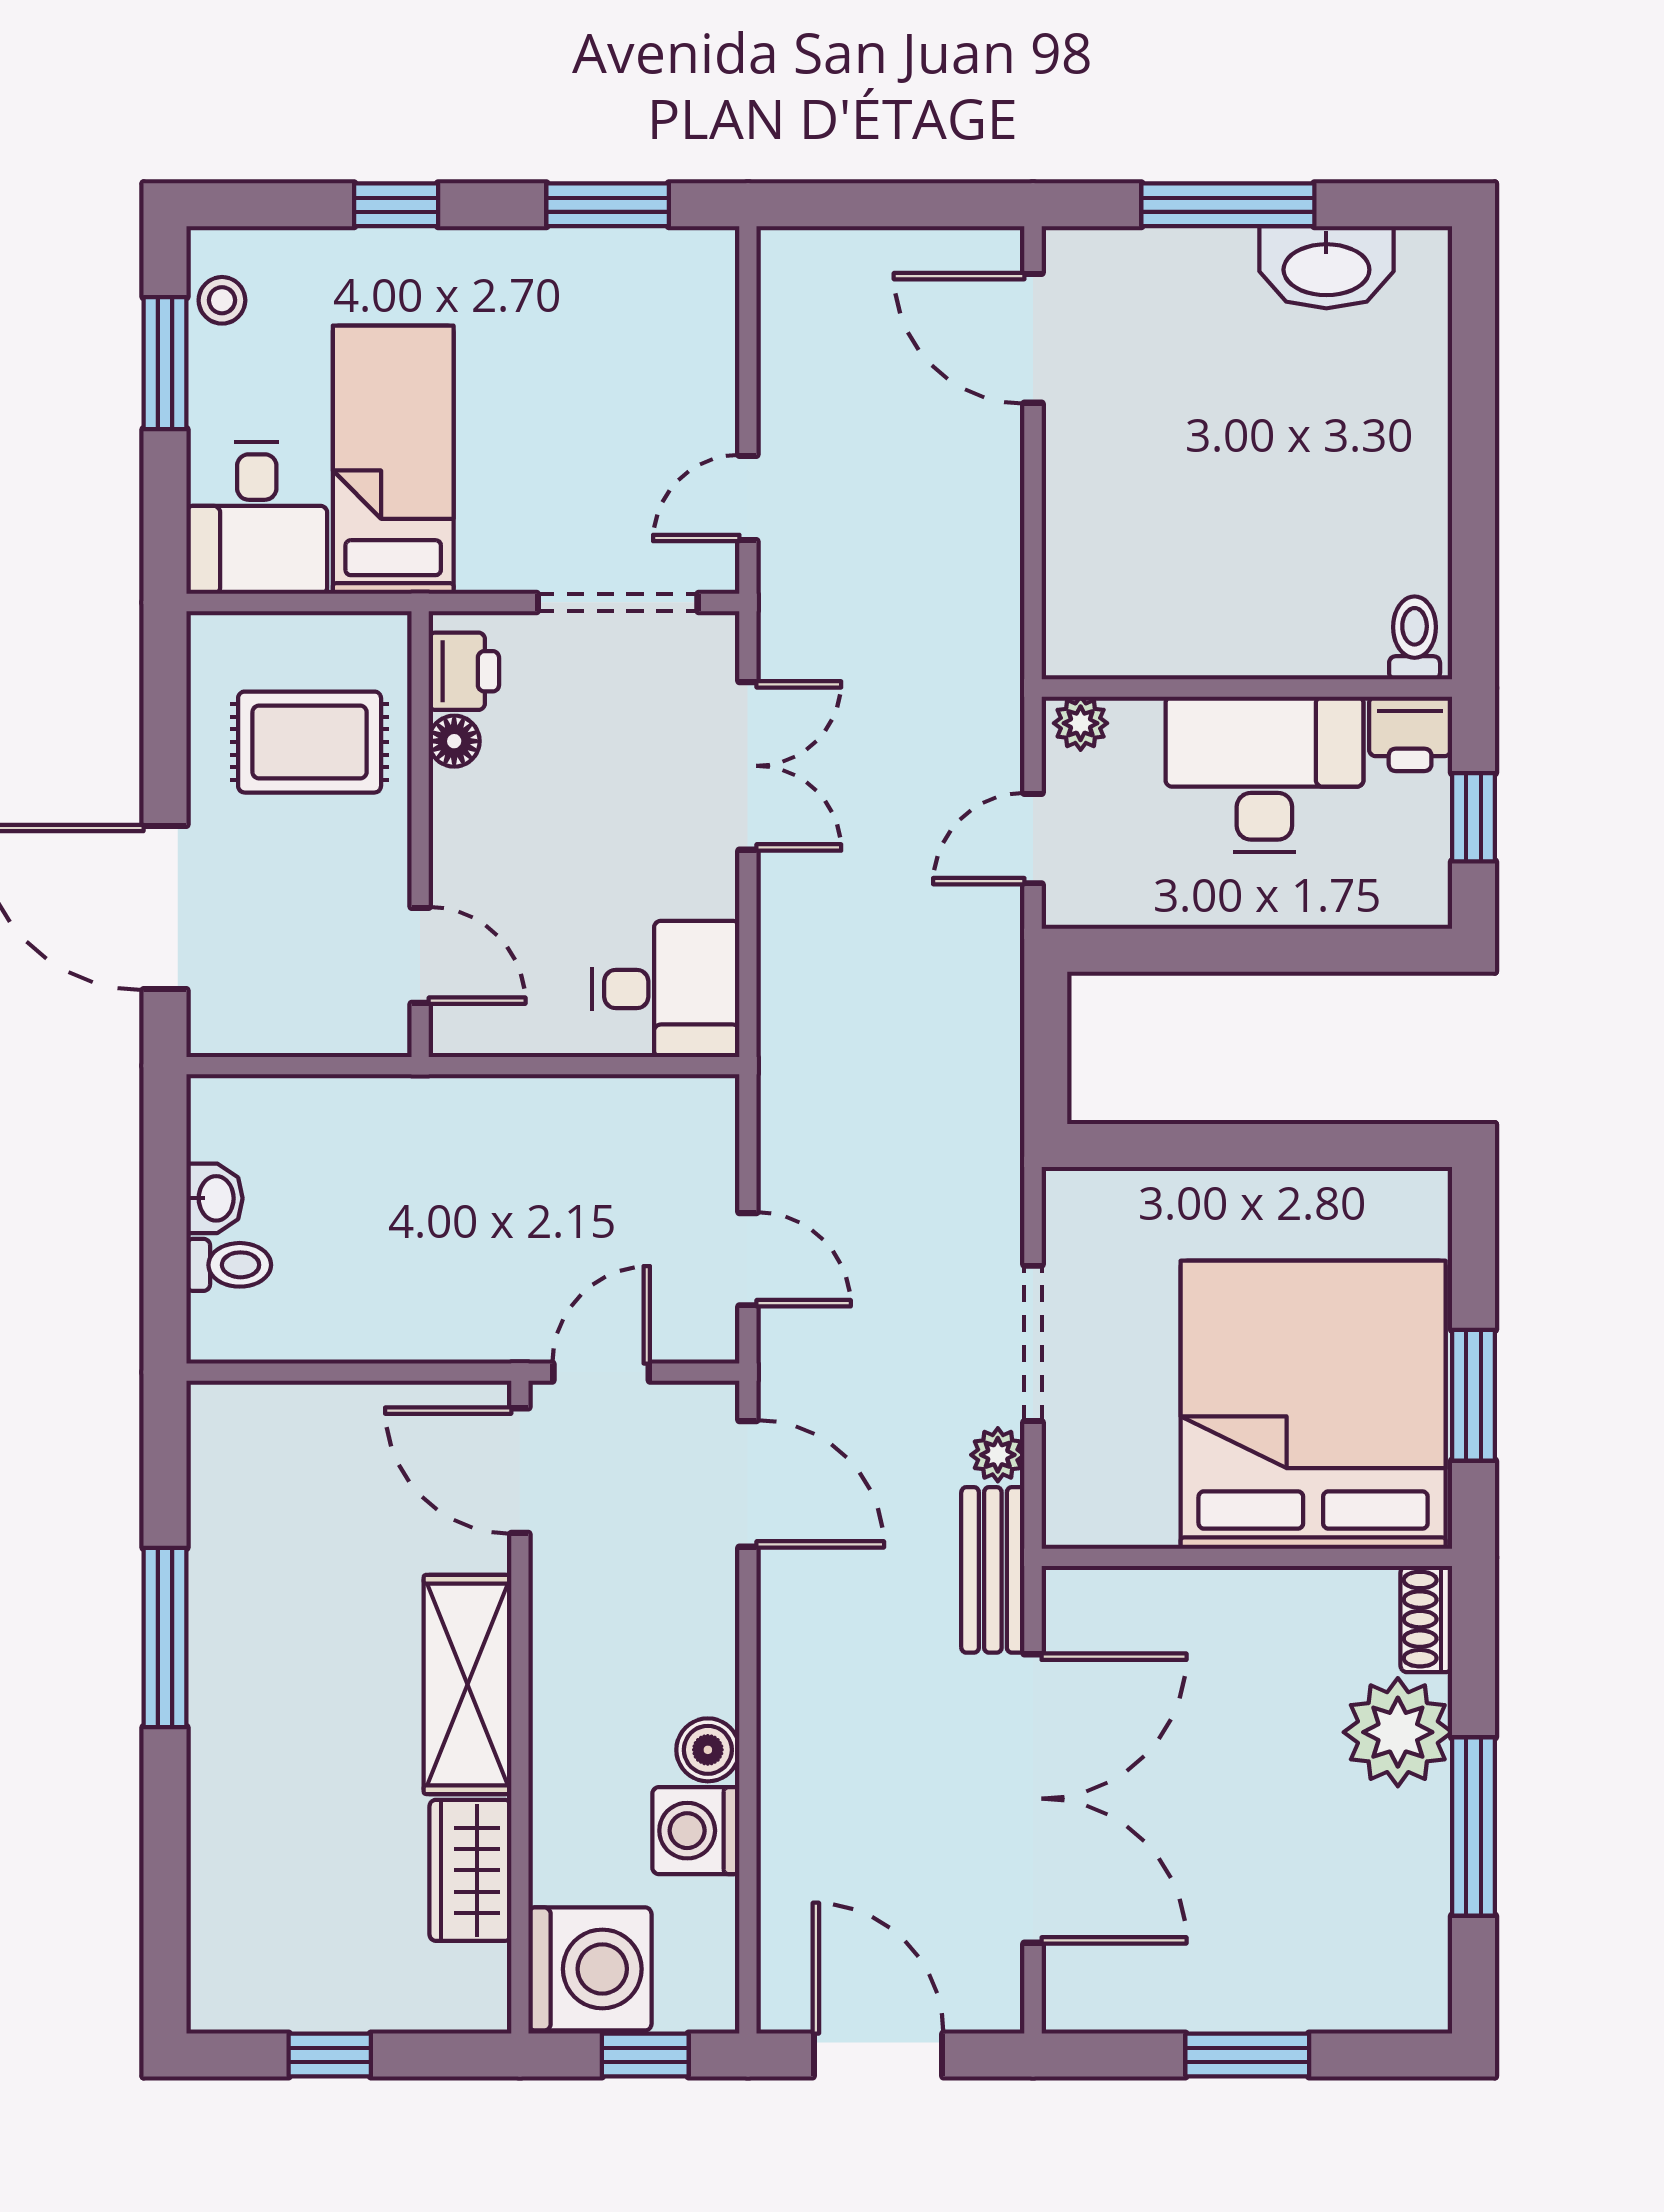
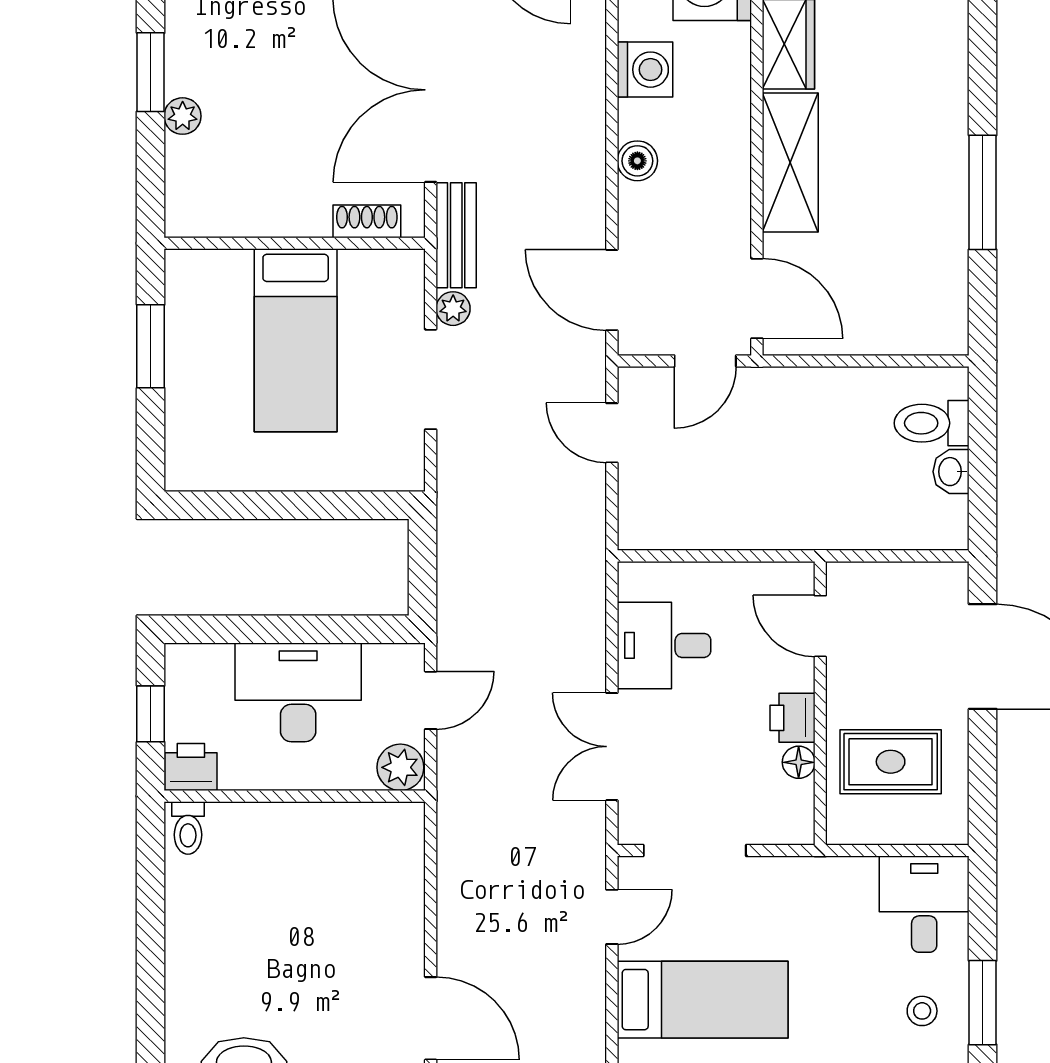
stool: (222, 300) -> (922, 1011), moved
bed: (393, 460) -> (703, 1000), moved, turned -90
printer: (464, 671) -> (793, 718), moved
plant: (1081, 723) -> (400, 767), width x1.38, depth x1.38
desk: (1264, 774) -> (298, 692), moved, turned 180
desk: (666, 989) -> (664, 645), moved
toilet: (229, 1265) -> (932, 423), width x1.37, depth x1.39
bed: (1313, 1405) -> (296, 340), width x0.49
shoe rack: (1426, 1619) -> (367, 221), moved, turned -90
plant: (1398, 1732) -> (183, 116), width x0.53, depth x0.53
boiler: (708, 1750) -> (637, 161), moved
window: (1473, 1826) -> (151, 72), width x0.69

